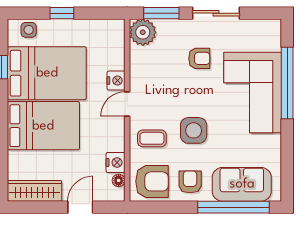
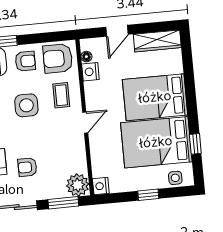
nightstand: (116, 81) -> (101, 186), moved
coffee table: (152, 138) -> (61, 95), turned 90
armchair: (190, 182) -> (25, 61), turned -90

